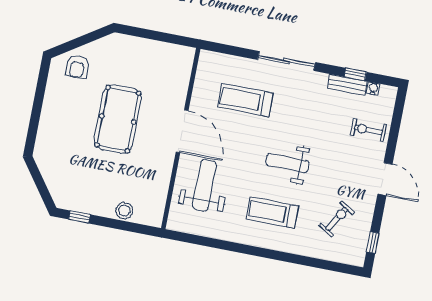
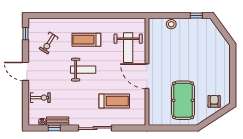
pool table: (118, 119) -> (183, 100), moved
treadmill: (272, 212) -> (86, 40), turned 180

